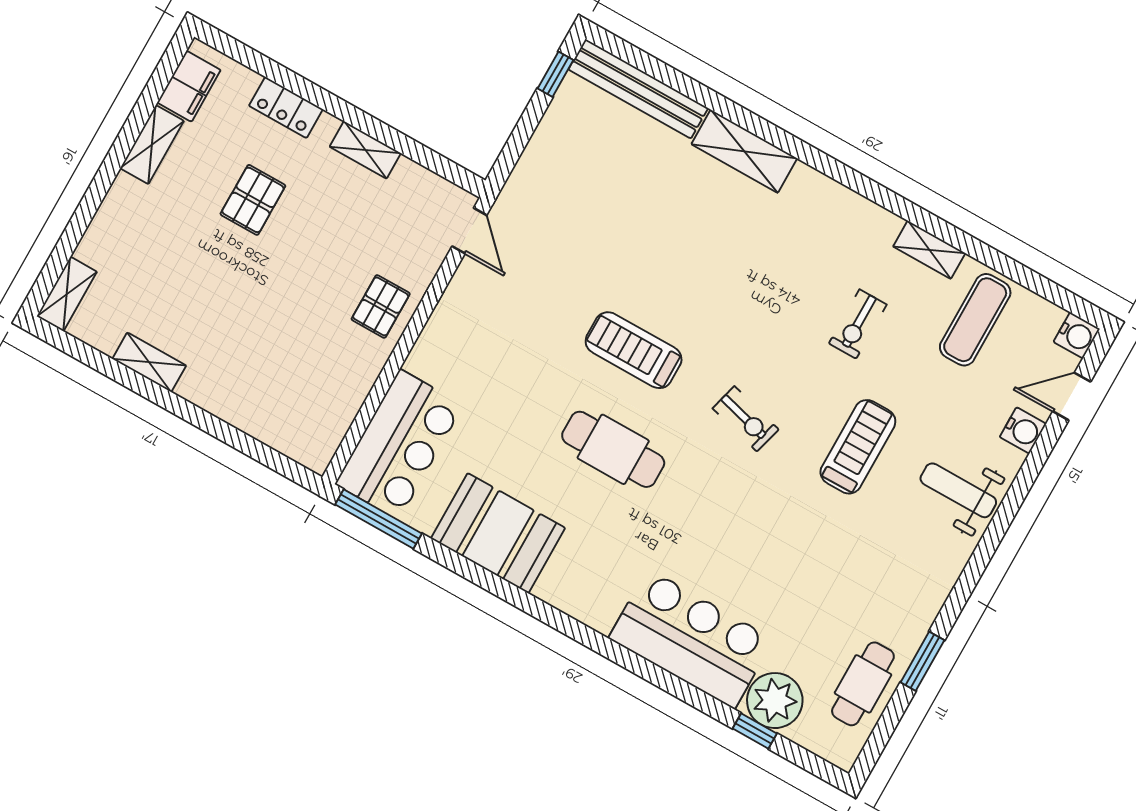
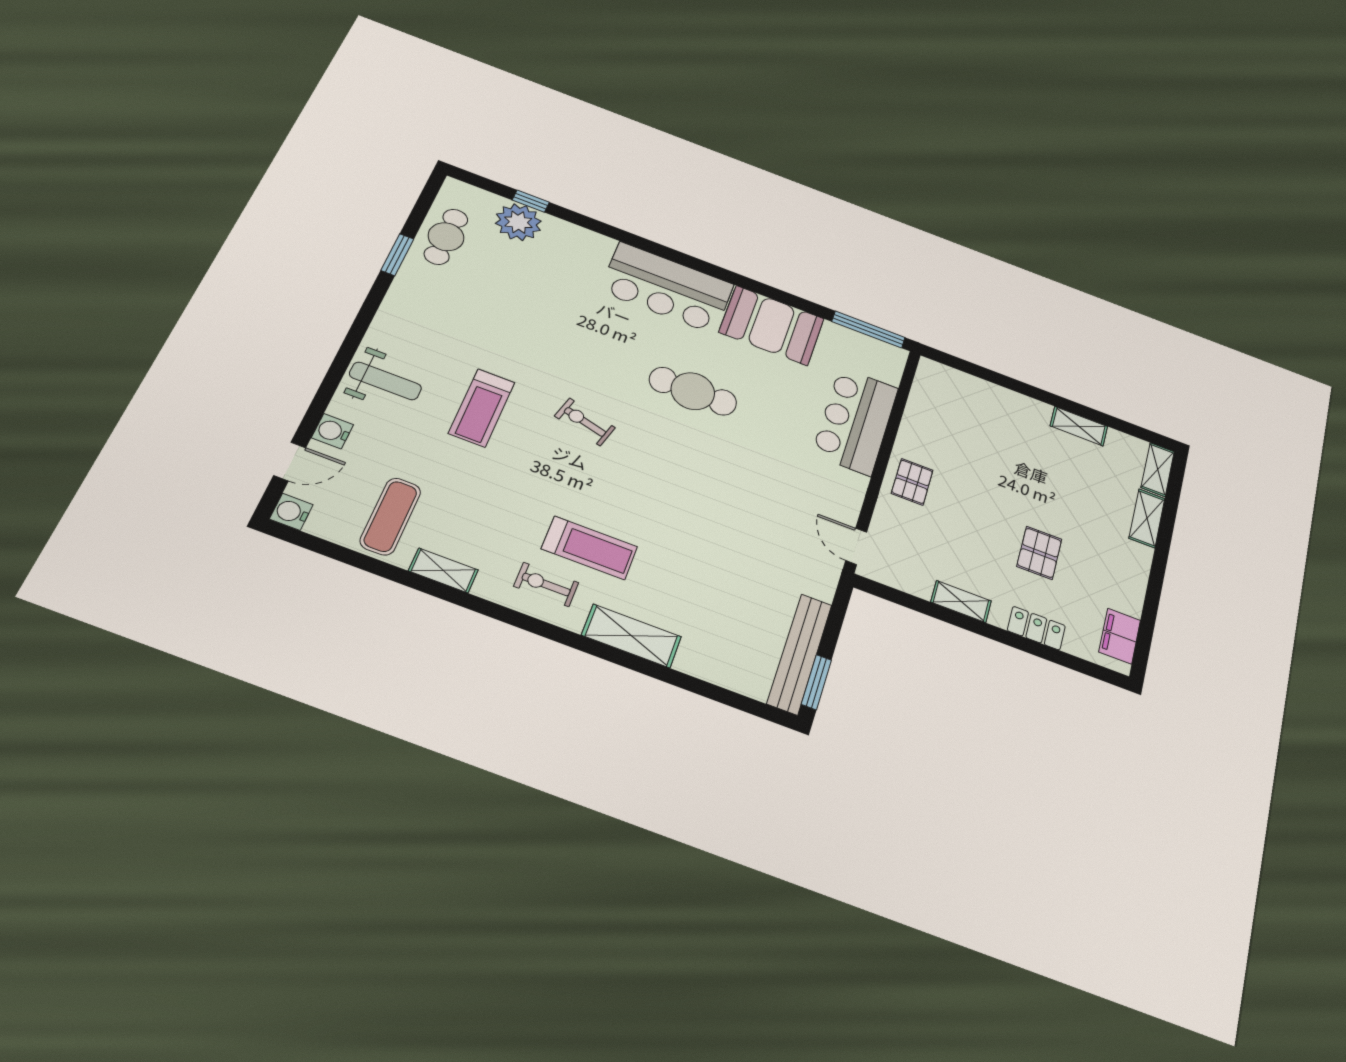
window: (555, 74) -> (816, 682), width x1.50
bench: (638, 89) -> (800, 654), moved, turned 90
shelving: (152, 145) -> (1147, 518), moved
exercise bike: (858, 324) -> (546, 584), moved, turned -90
treadmill: (634, 350) -> (589, 548), moved
bar counter: (399, 444) -> (855, 421), moved
bar counter: (691, 639) -> (667, 288), moved

